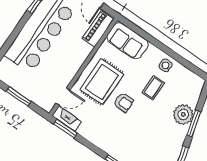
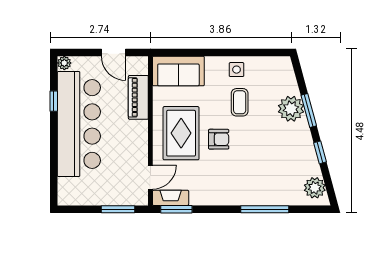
piano: (98, 29) -> (138, 97), moved
window: (18, 96) -> (118, 209), moved

